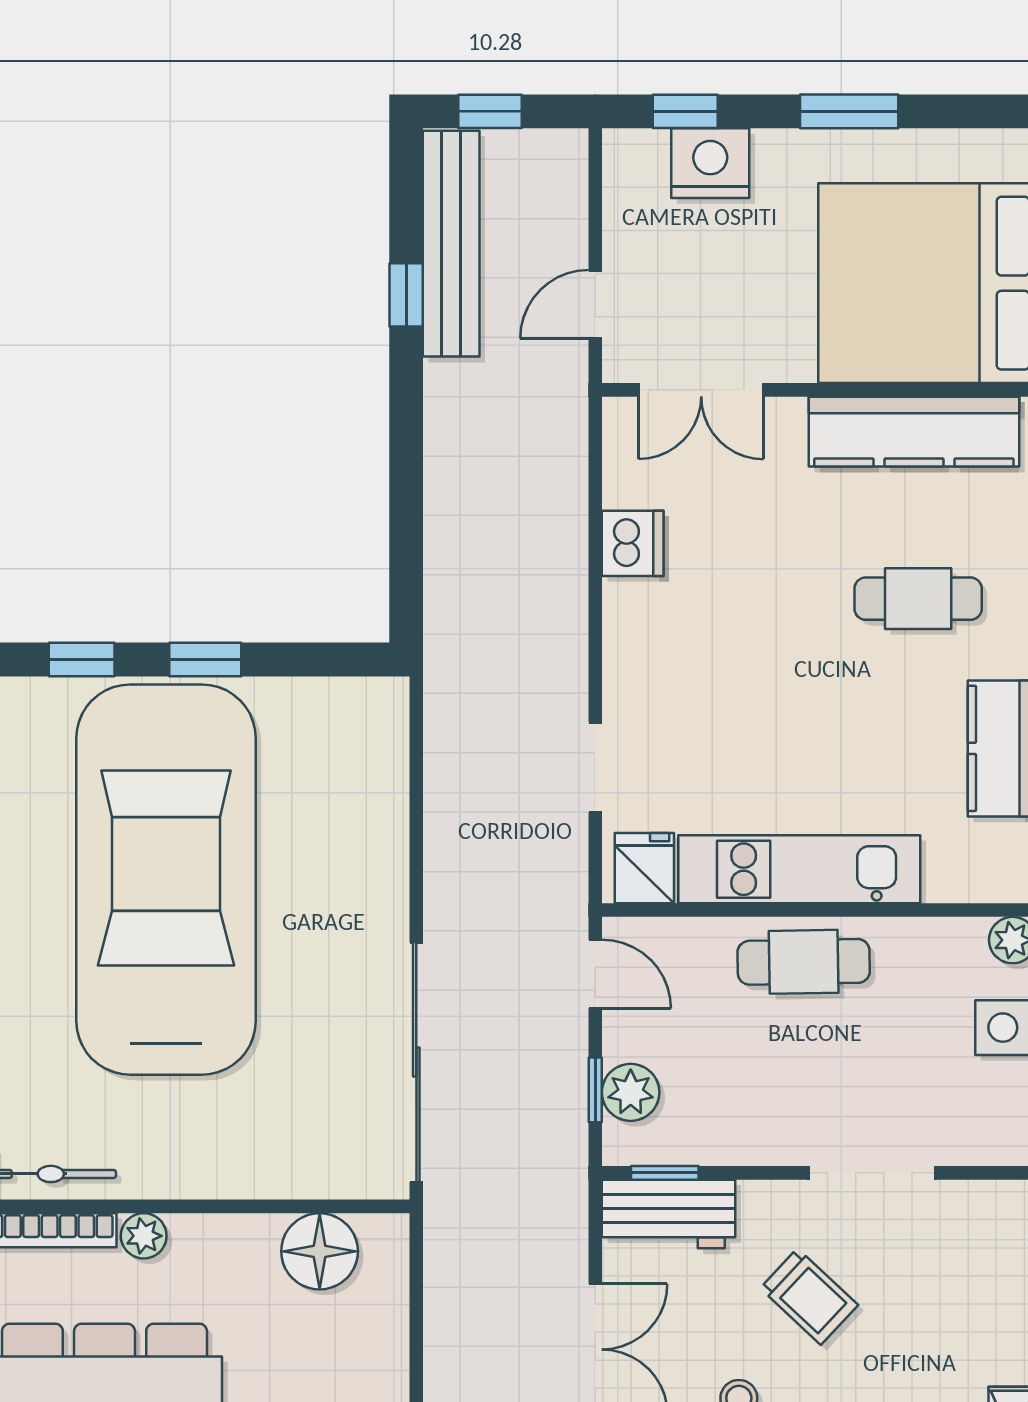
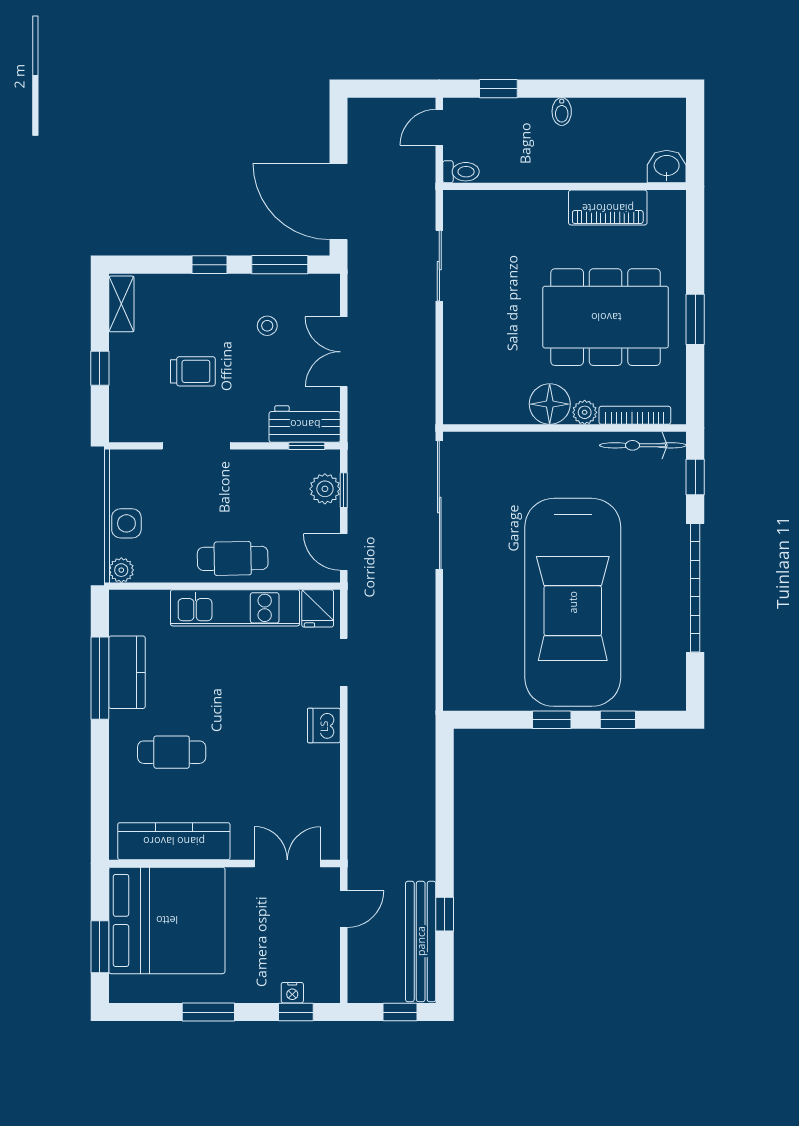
nightstand: (710, 163) -> (292, 993), width x0.53, depth x0.56
dishwasher: (633, 543) -> (324, 726), moved
floor lamp: (320, 1251) -> (550, 404), moved
trolley: (809, 1297) -> (193, 371), moved, turned 137

